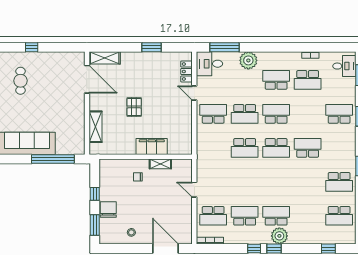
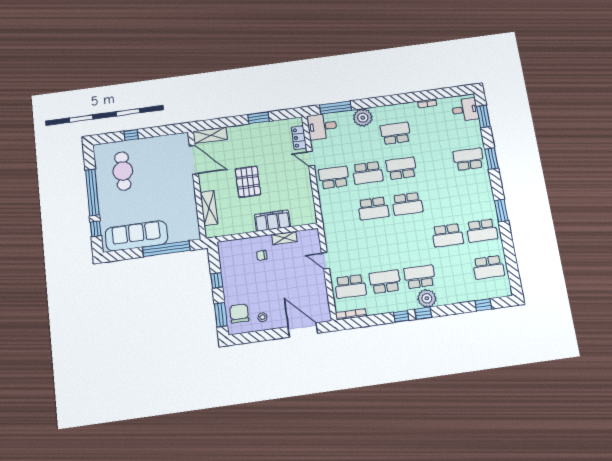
school desk: (308, 80) -> (429, 129), removed
cafe table: (21, 81) -> (123, 171), width x1.37, depth x1.35
pallet: (134, 107) -> (248, 182), width x1.50, depth x1.42
school desk: (308, 148) -> (448, 235), moved, turned 180
chair: (108, 209) -> (239, 314), moved

